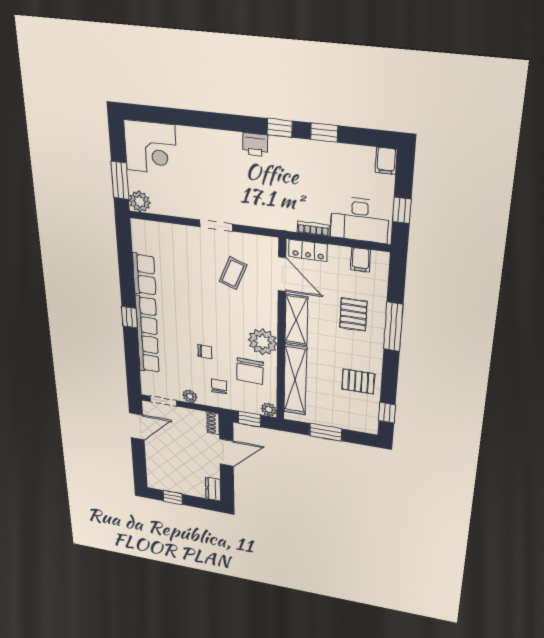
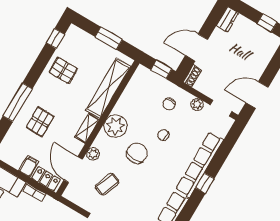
filing cabinet: (361, 260) -> (29, 166), moved
shelving: (296, 320) -> (87, 128), width x0.67, depth x0.75
chair: (250, 371) -> (137, 153), moved
plant: (269, 410) -> (93, 154), moved

